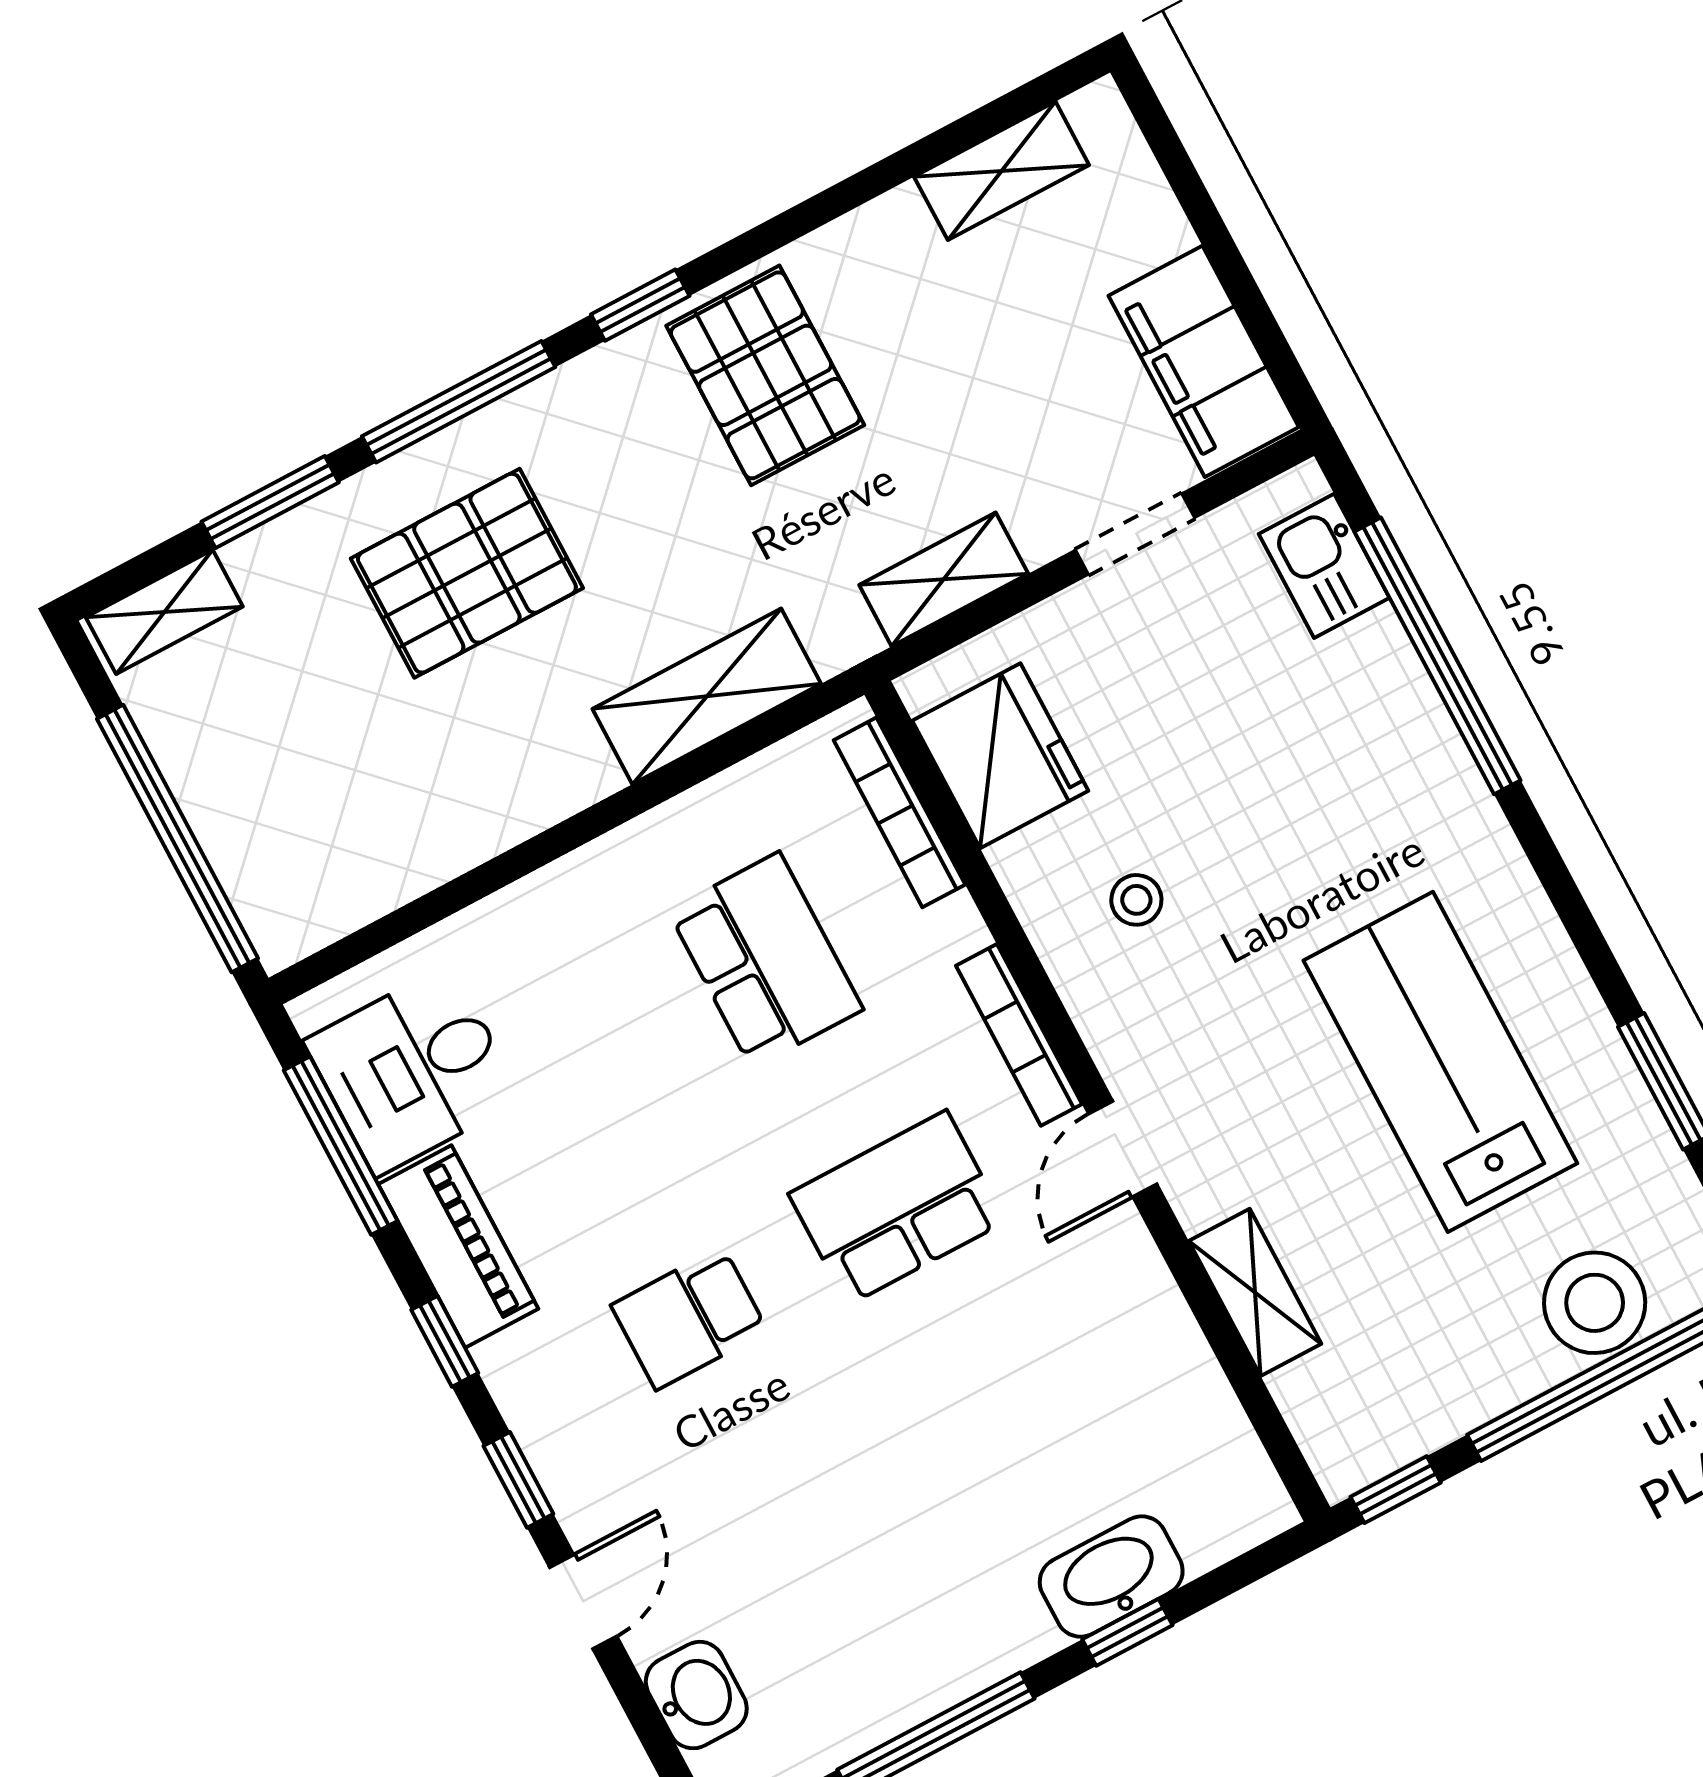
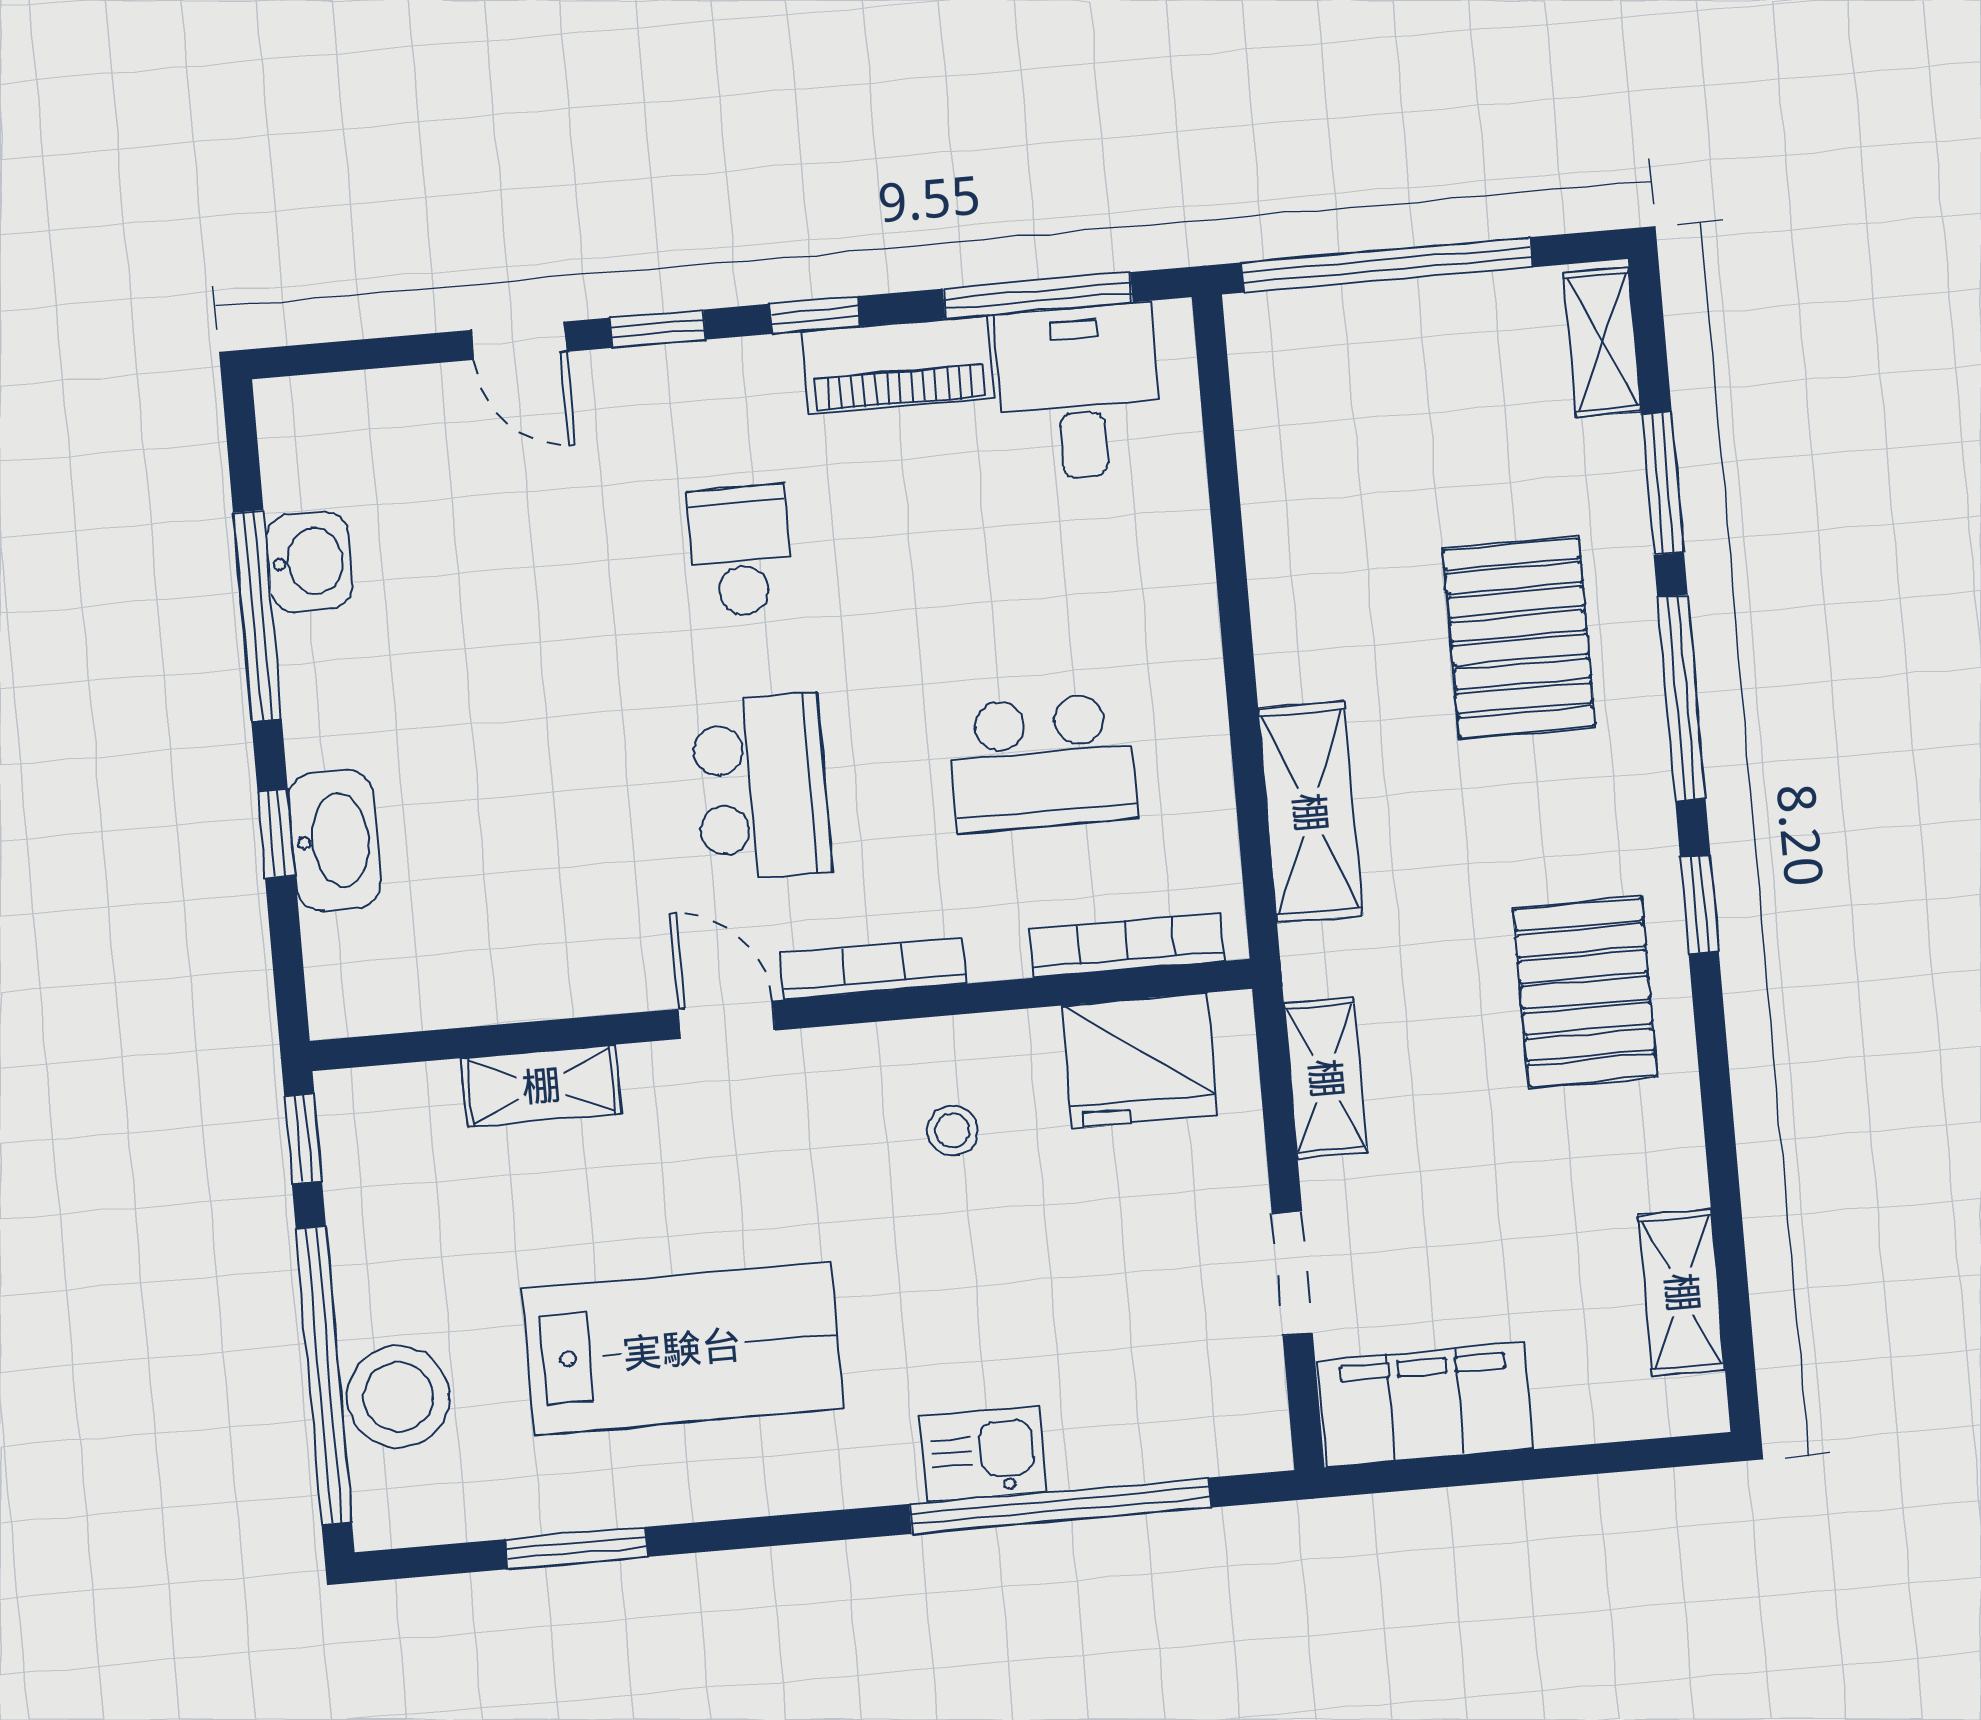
pallet: (765, 375) -> (1585, 993), turned 90
kitchen sink: (1324, 566) -> (983, 1454), moved
washbasin: (696, 1695) -> (309, 562), moved, turned -90

